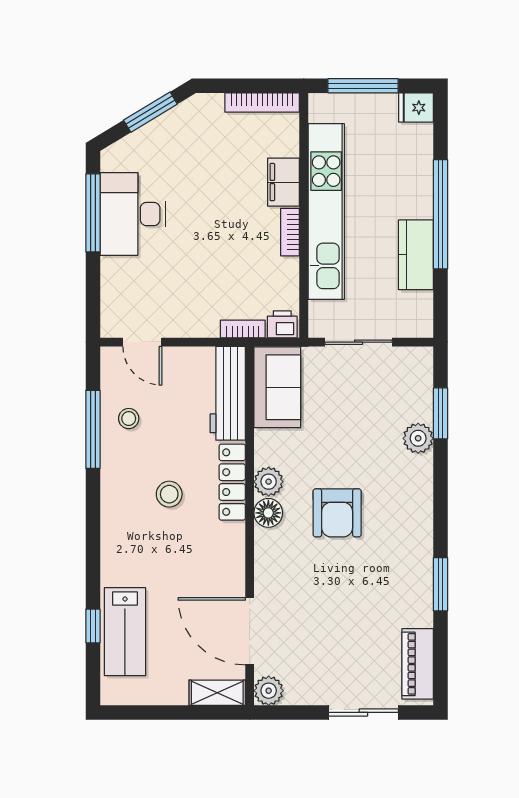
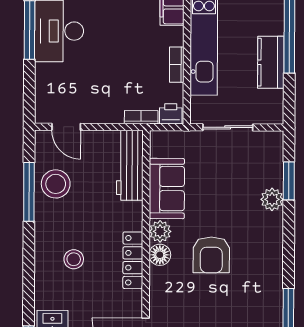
bookcase: (290, 232) -> (177, 65), moved
sofa: (277, 387) -> (167, 189), moved
stool: (129, 419) -> (56, 184), width x1.89, depth x1.89
locker: (232, 482) -> (133, 260), moved
stool: (169, 494) -> (74, 259), moved

